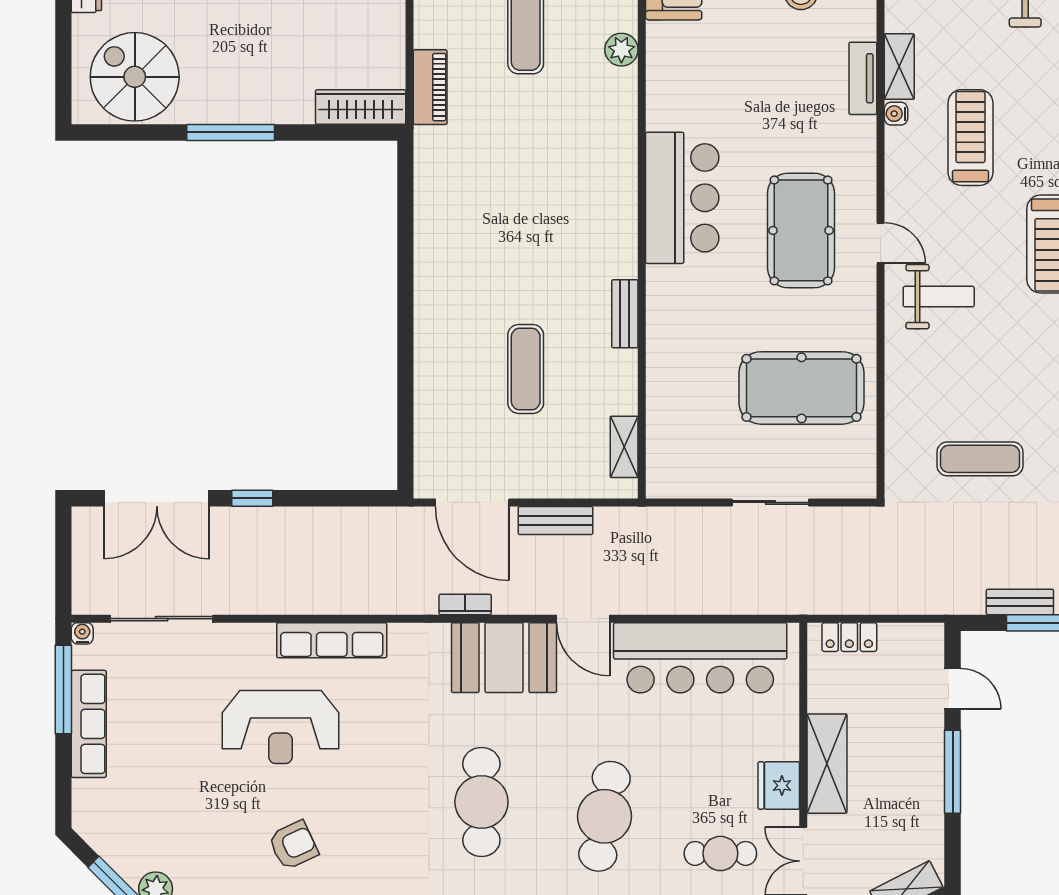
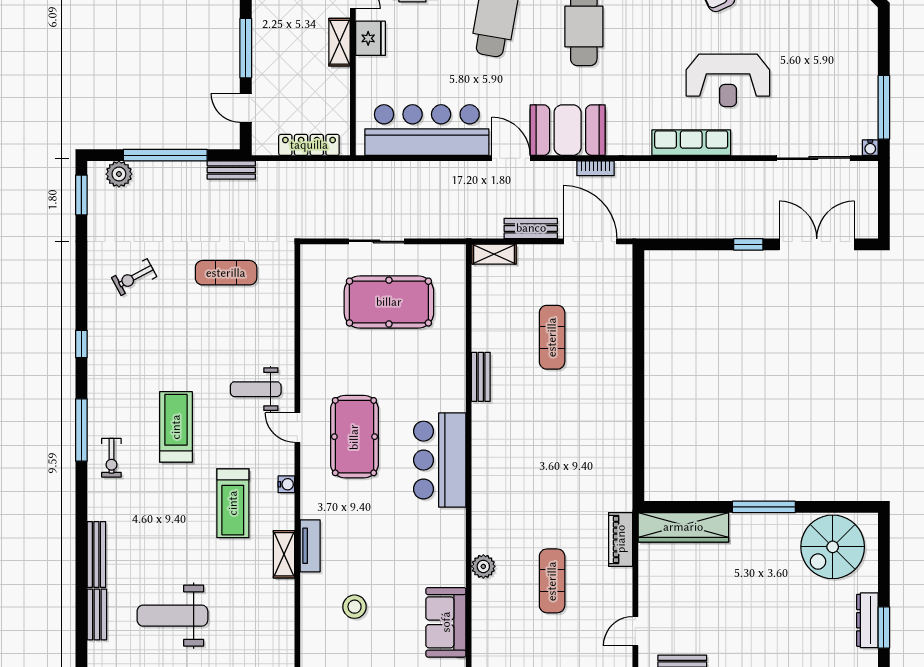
spiral stairs: (135, 77) -> (833, 547), turned 90
wardrobe: (361, 107) -> (683, 527), width x1.40, depth x1.17
water cooler: (896, 114) -> (286, 484), moved
pool table: (801, 388) -> (389, 302), moved
shelving: (624, 447) -> (494, 254), moved, turned 90
bench: (1020, 602) -> (231, 170), moved
locker: (849, 637) -> (309, 145), width x1.53
row of seats: (89, 724) -> (866, 83), removed
reception desk: (281, 727) -> (728, 80), turned 180
shelving: (827, 764) -> (339, 42), width x0.67, depth x0.75

